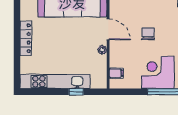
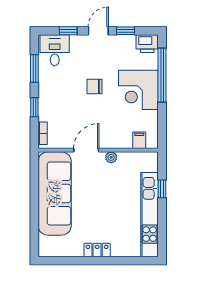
chair: (148, 34) -> (95, 87), moved
locker: (26, 38) -> (97, 250), width x0.66

